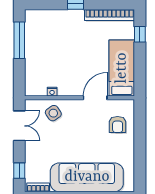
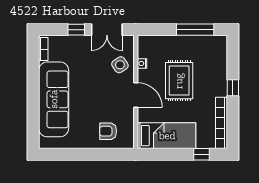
rug: (69, 56) -> (179, 81), added
door: (95, 98) -> (136, 95), moved
window: (19, 171) -> (76, 30), moved

